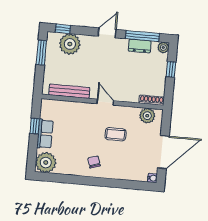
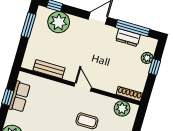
plant: (163, 48) -> (147, 58), moved
bench: (69, 91) -> (49, 69), width x0.73
row of seats: (45, 134) -> (19, 97), moved

